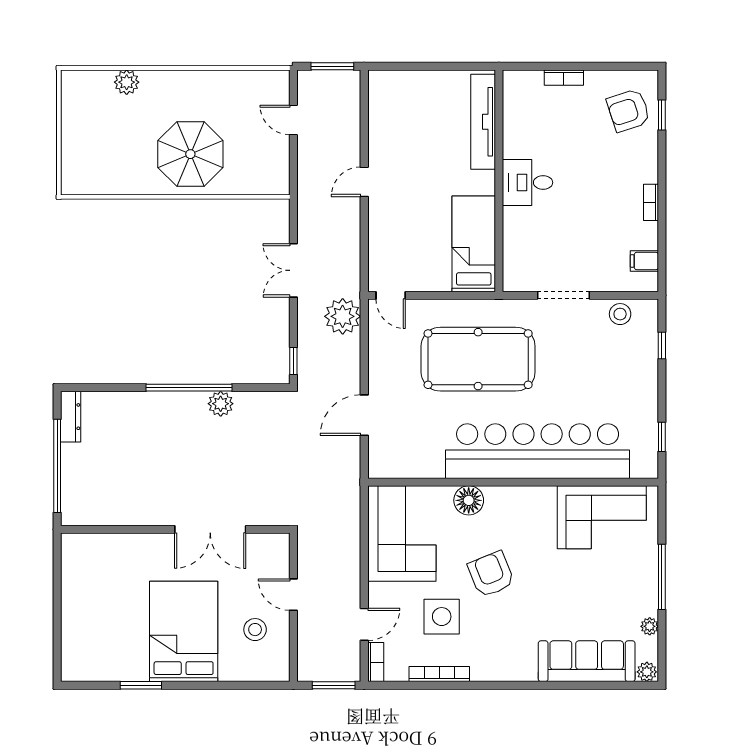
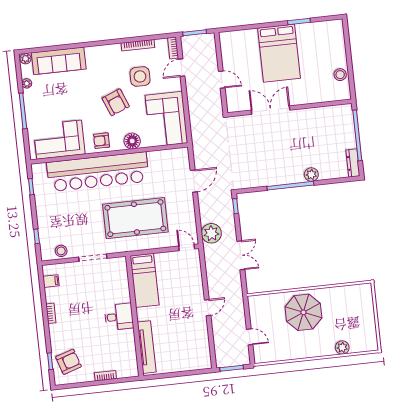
plant: (221, 404) -> (311, 175), moved
armchair: (524, 507) -> (102, 141), added
stool: (255, 630) -> (340, 75), moved

